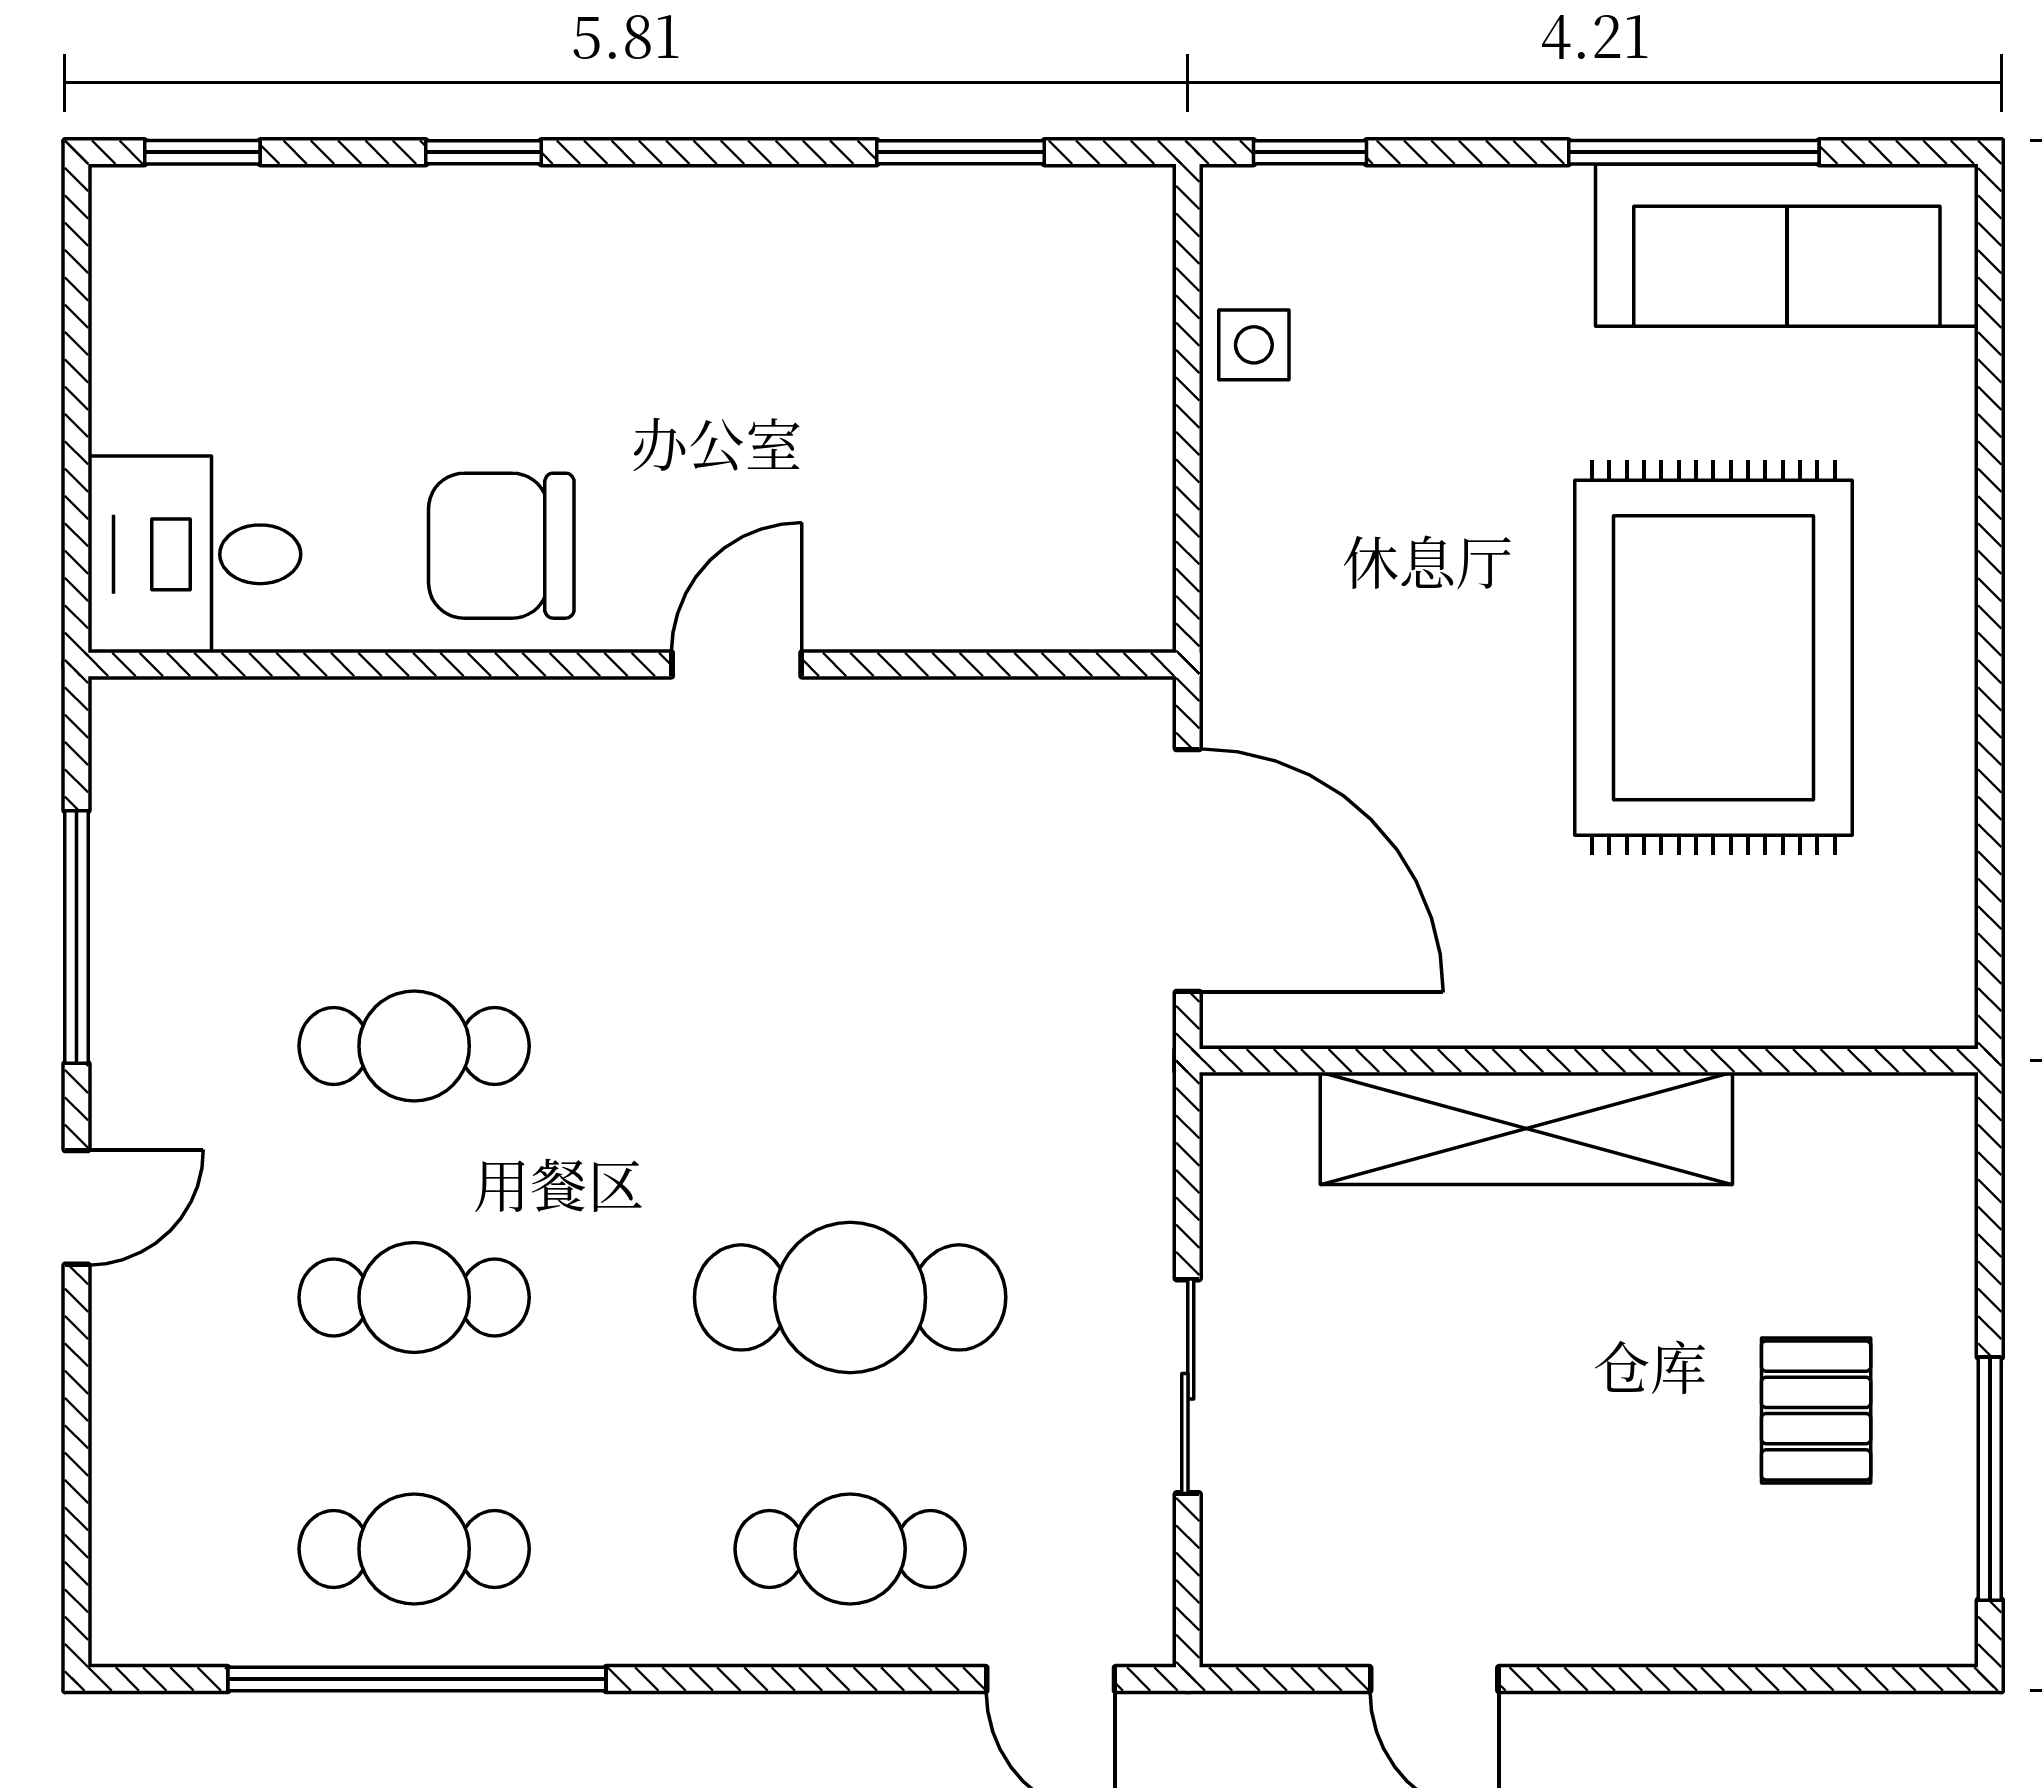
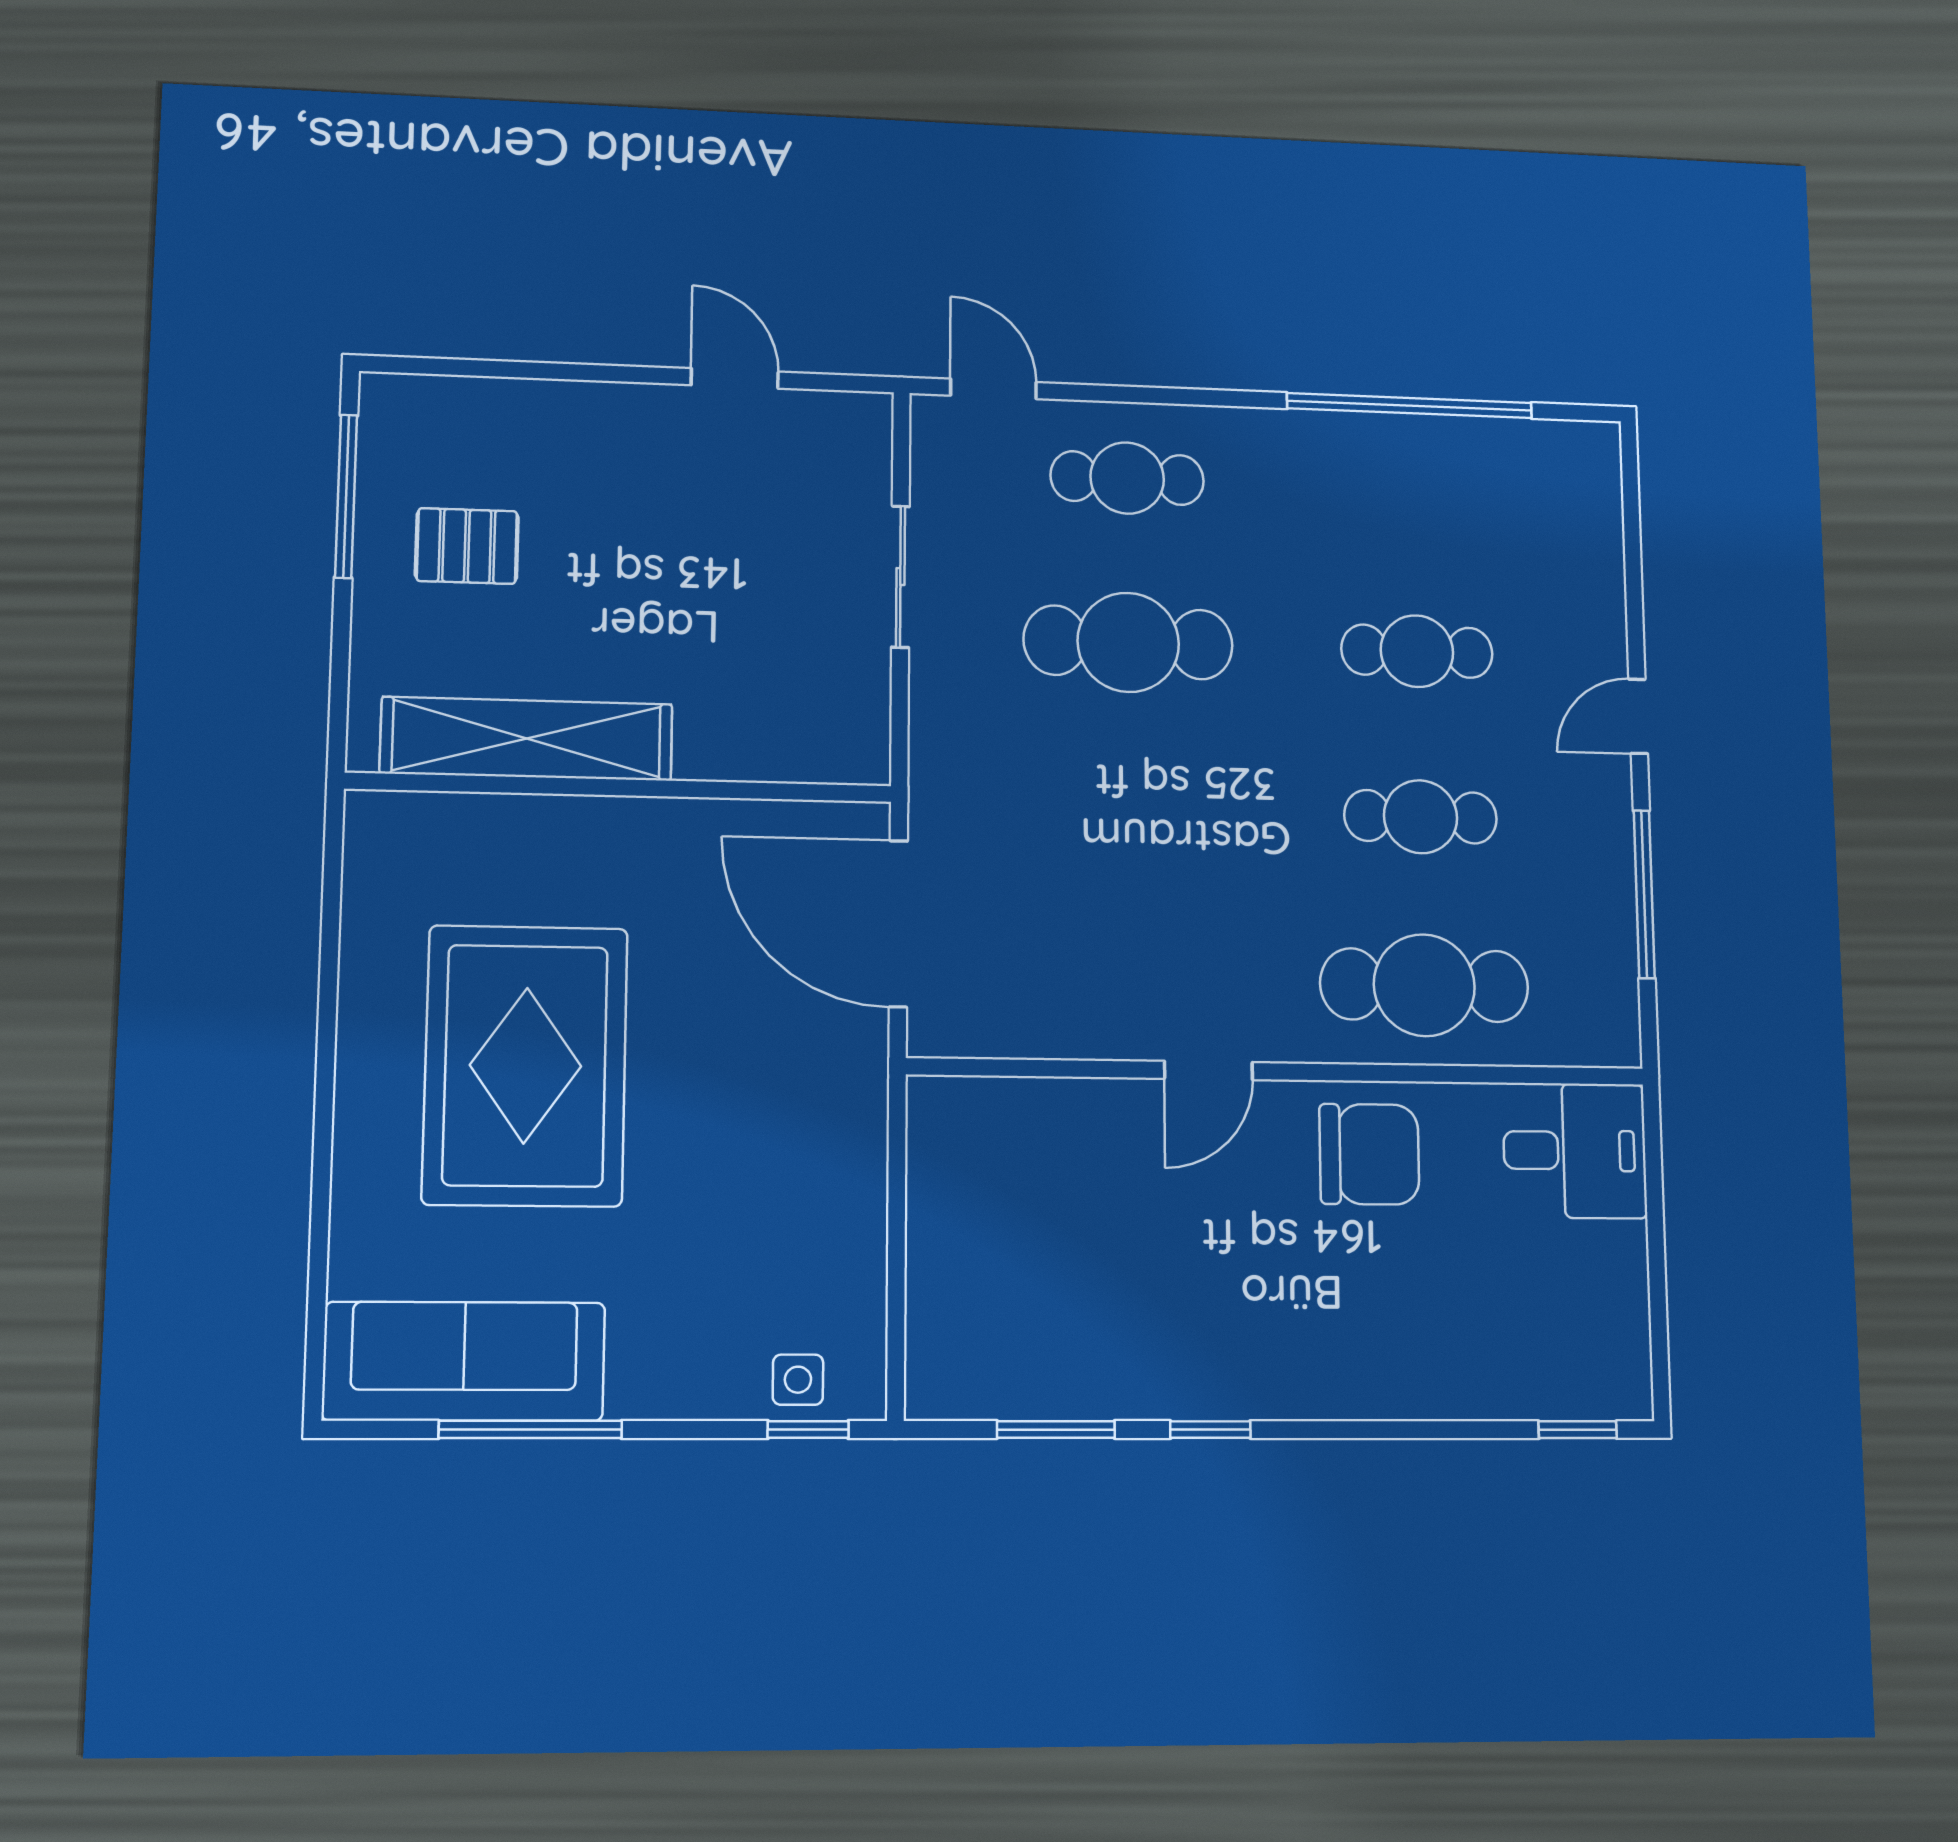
window: (483, 152) -> (1210, 1430), moved
side table: (1254, 345) -> (798, 1380), moved
shelving: (1526, 1128) -> (527, 739), moved
pallet: (1816, 1411) -> (467, 546), turned 90
cafe table: (414, 1549) -> (1424, 985), moved, width x1.37, depth x1.35

